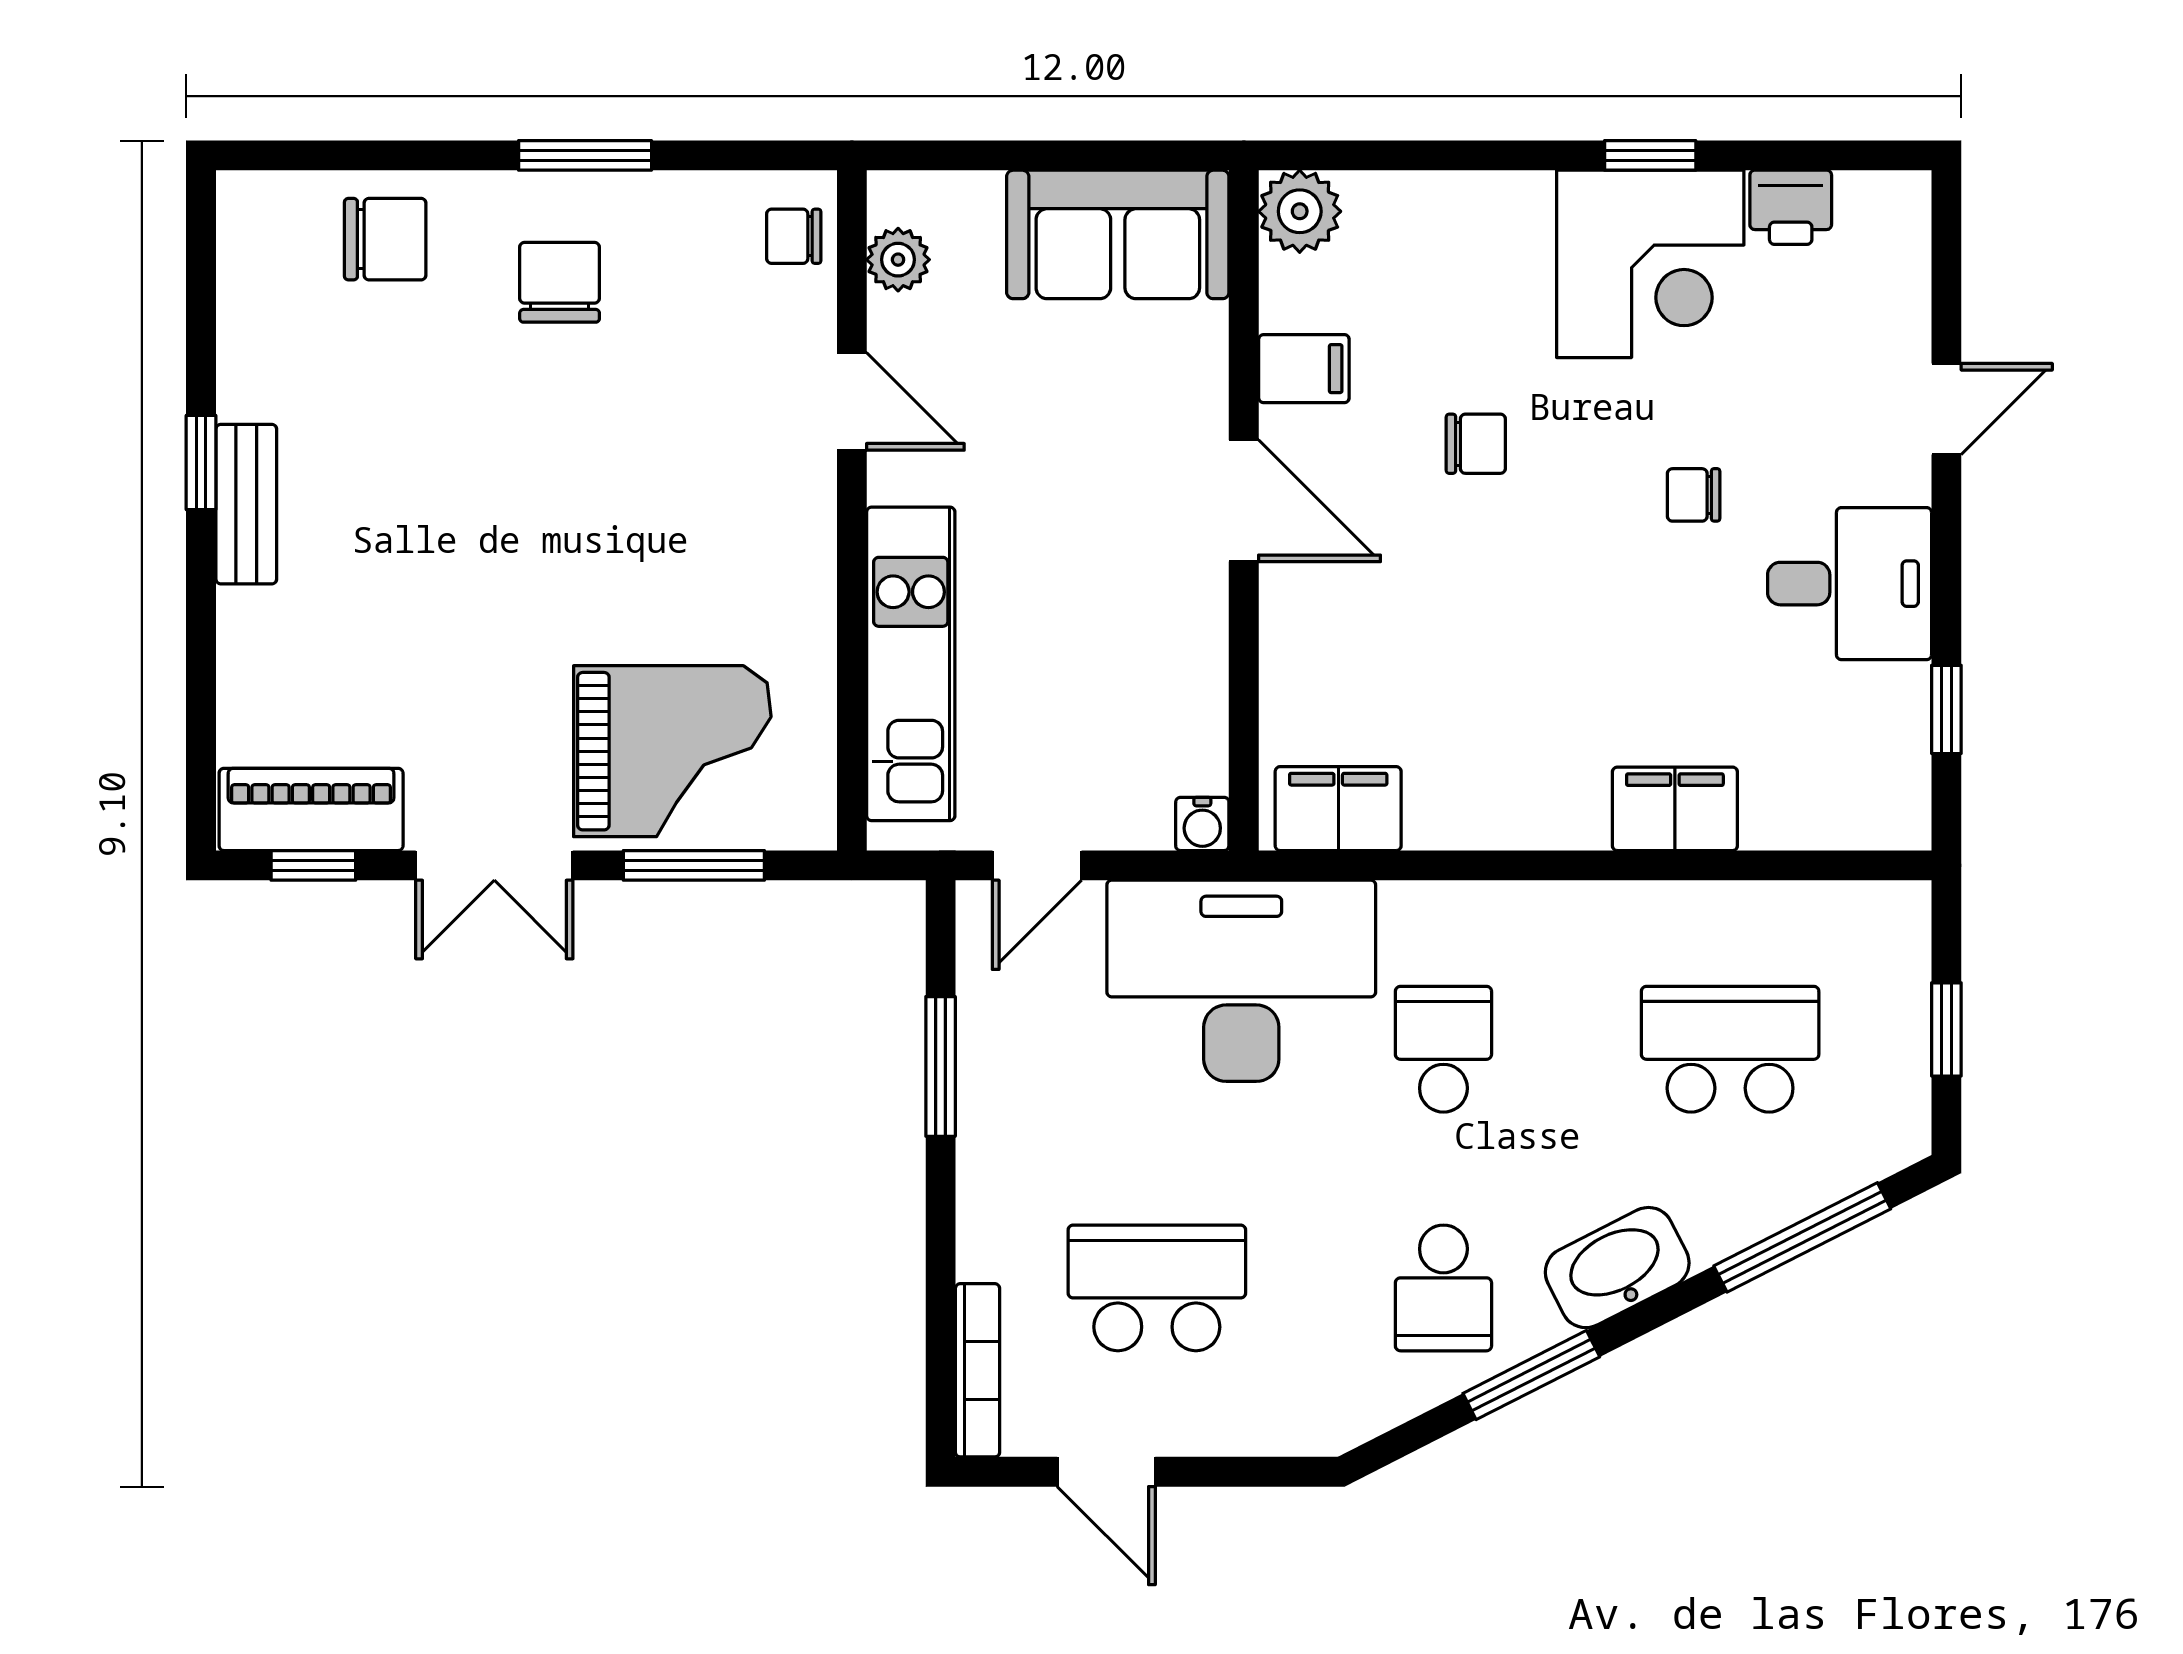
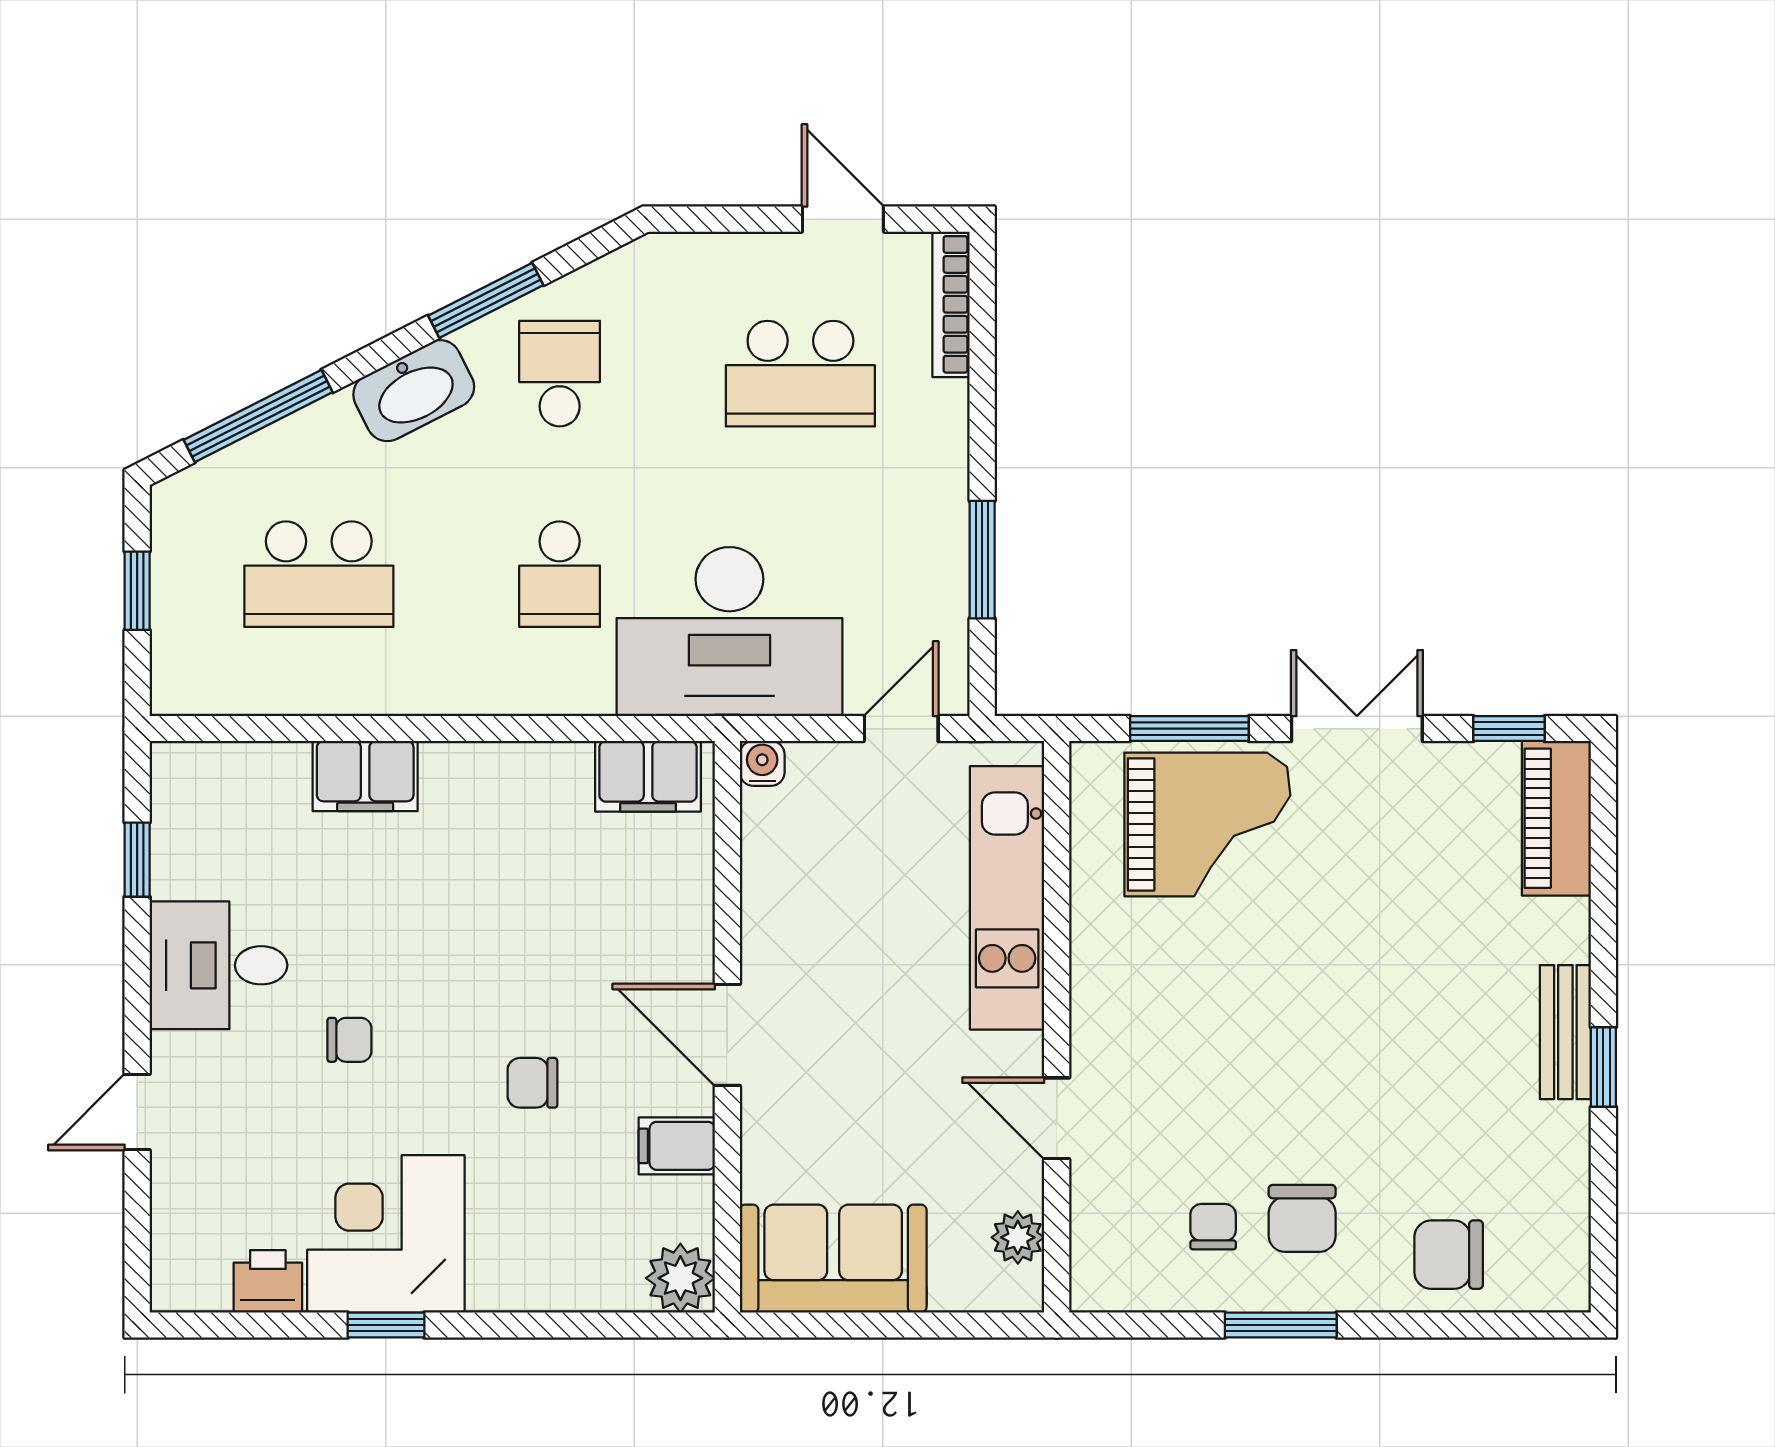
chair: (794, 236) -> (1213, 1227), moved, turned -90
grand piano: (672, 751) -> (1207, 824), turned 180
piano: (311, 809) -> (1556, 818), moved, turned 90

